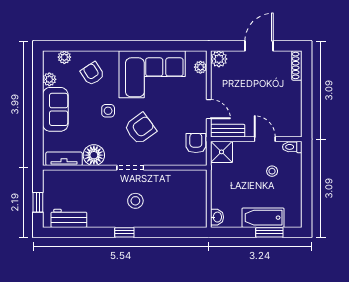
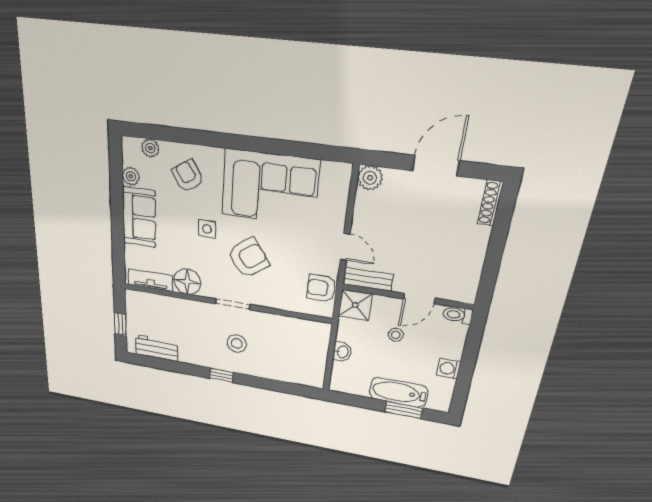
plant: (200, 67) -> (341, 187), removed
door: (265, 139) -> (419, 299), swing flipped
armchair: (196, 143) -> (321, 288), turned -90
stool: (272, 171) -> (396, 335), moved
washing machine: (295, 190) -> (449, 369), added
washbasin: (217, 217) -> (342, 352), moved

